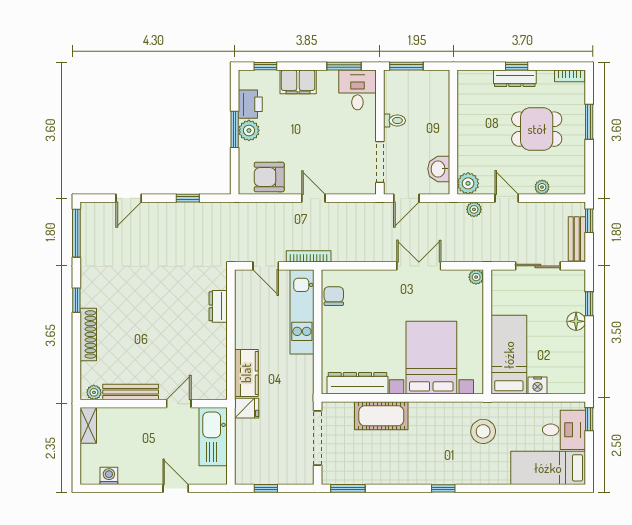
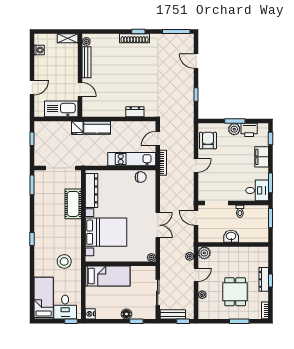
washbasin: (439, 169) -> (231, 236), moved
shoe rack: (88, 334) -> (135, 38), moved
nightstand: (538, 385) -> (90, 314), moved

